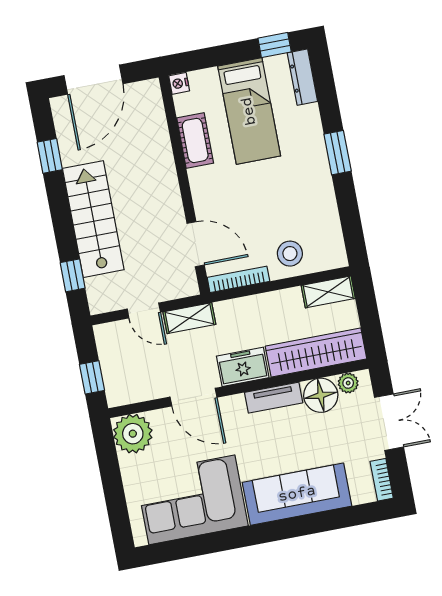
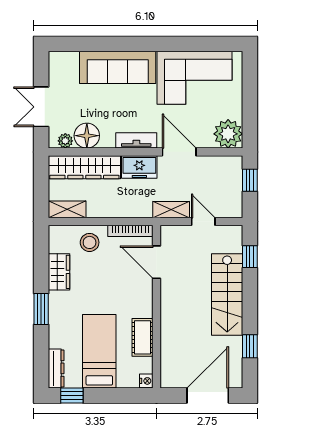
wardrobe: (323, 207) -> (59, 272), added
tv unit: (274, 398) -> (136, 140), moved
bookcase: (382, 480) -> (54, 66), removed

